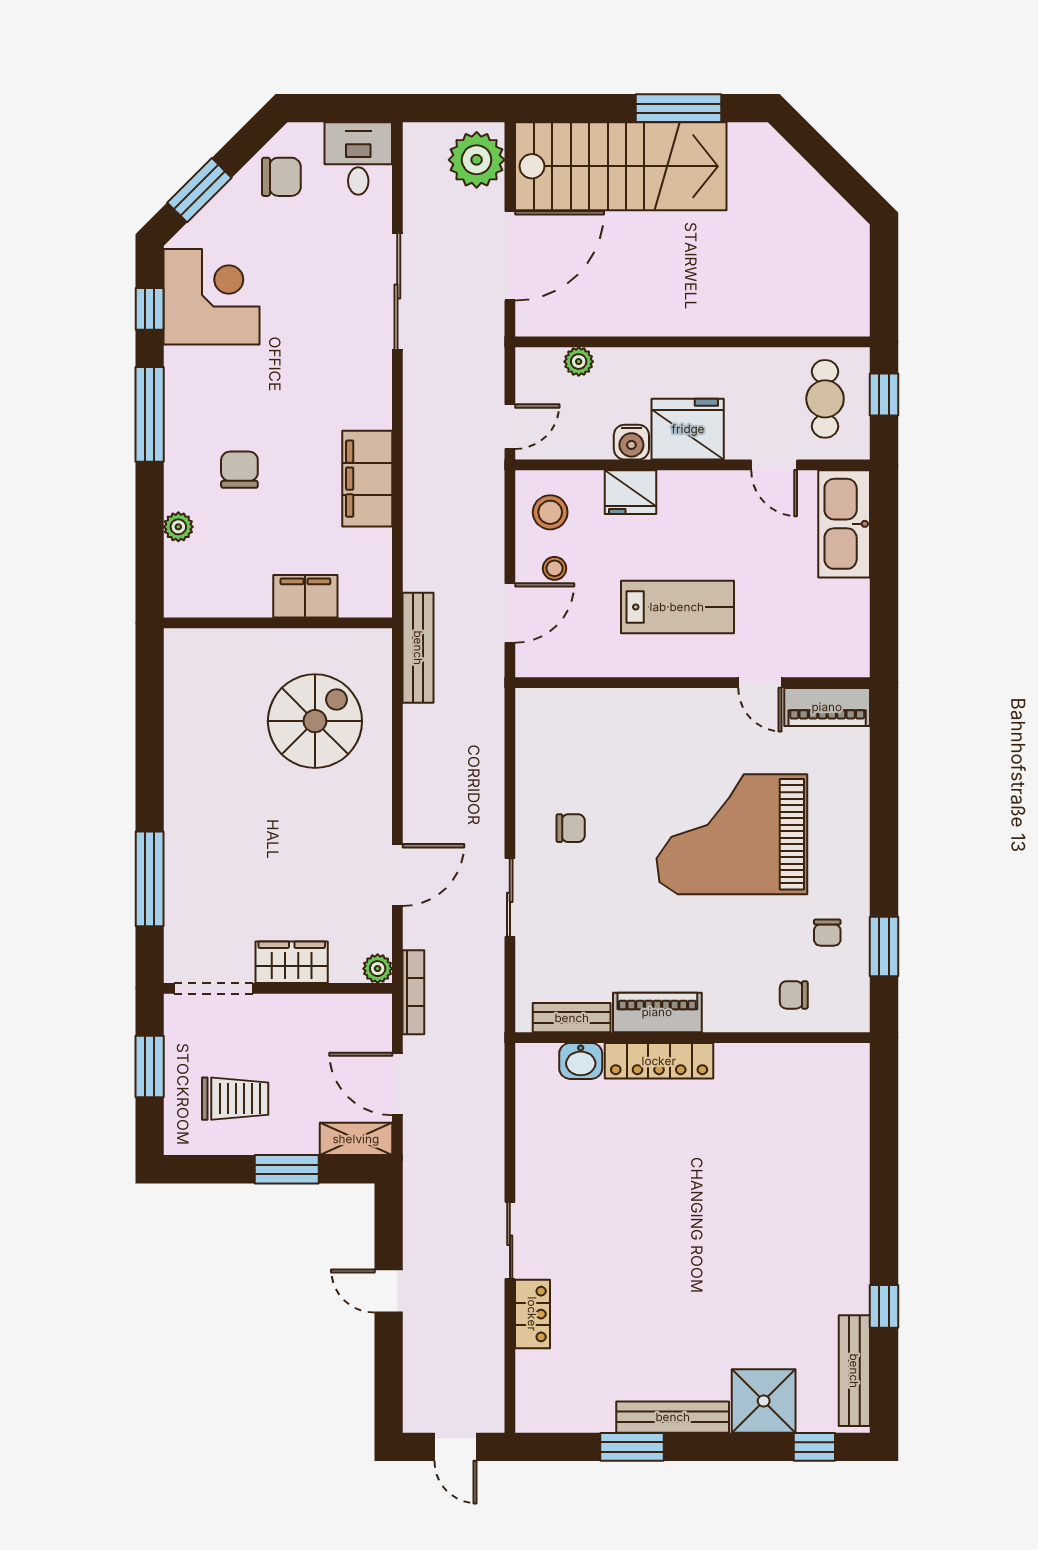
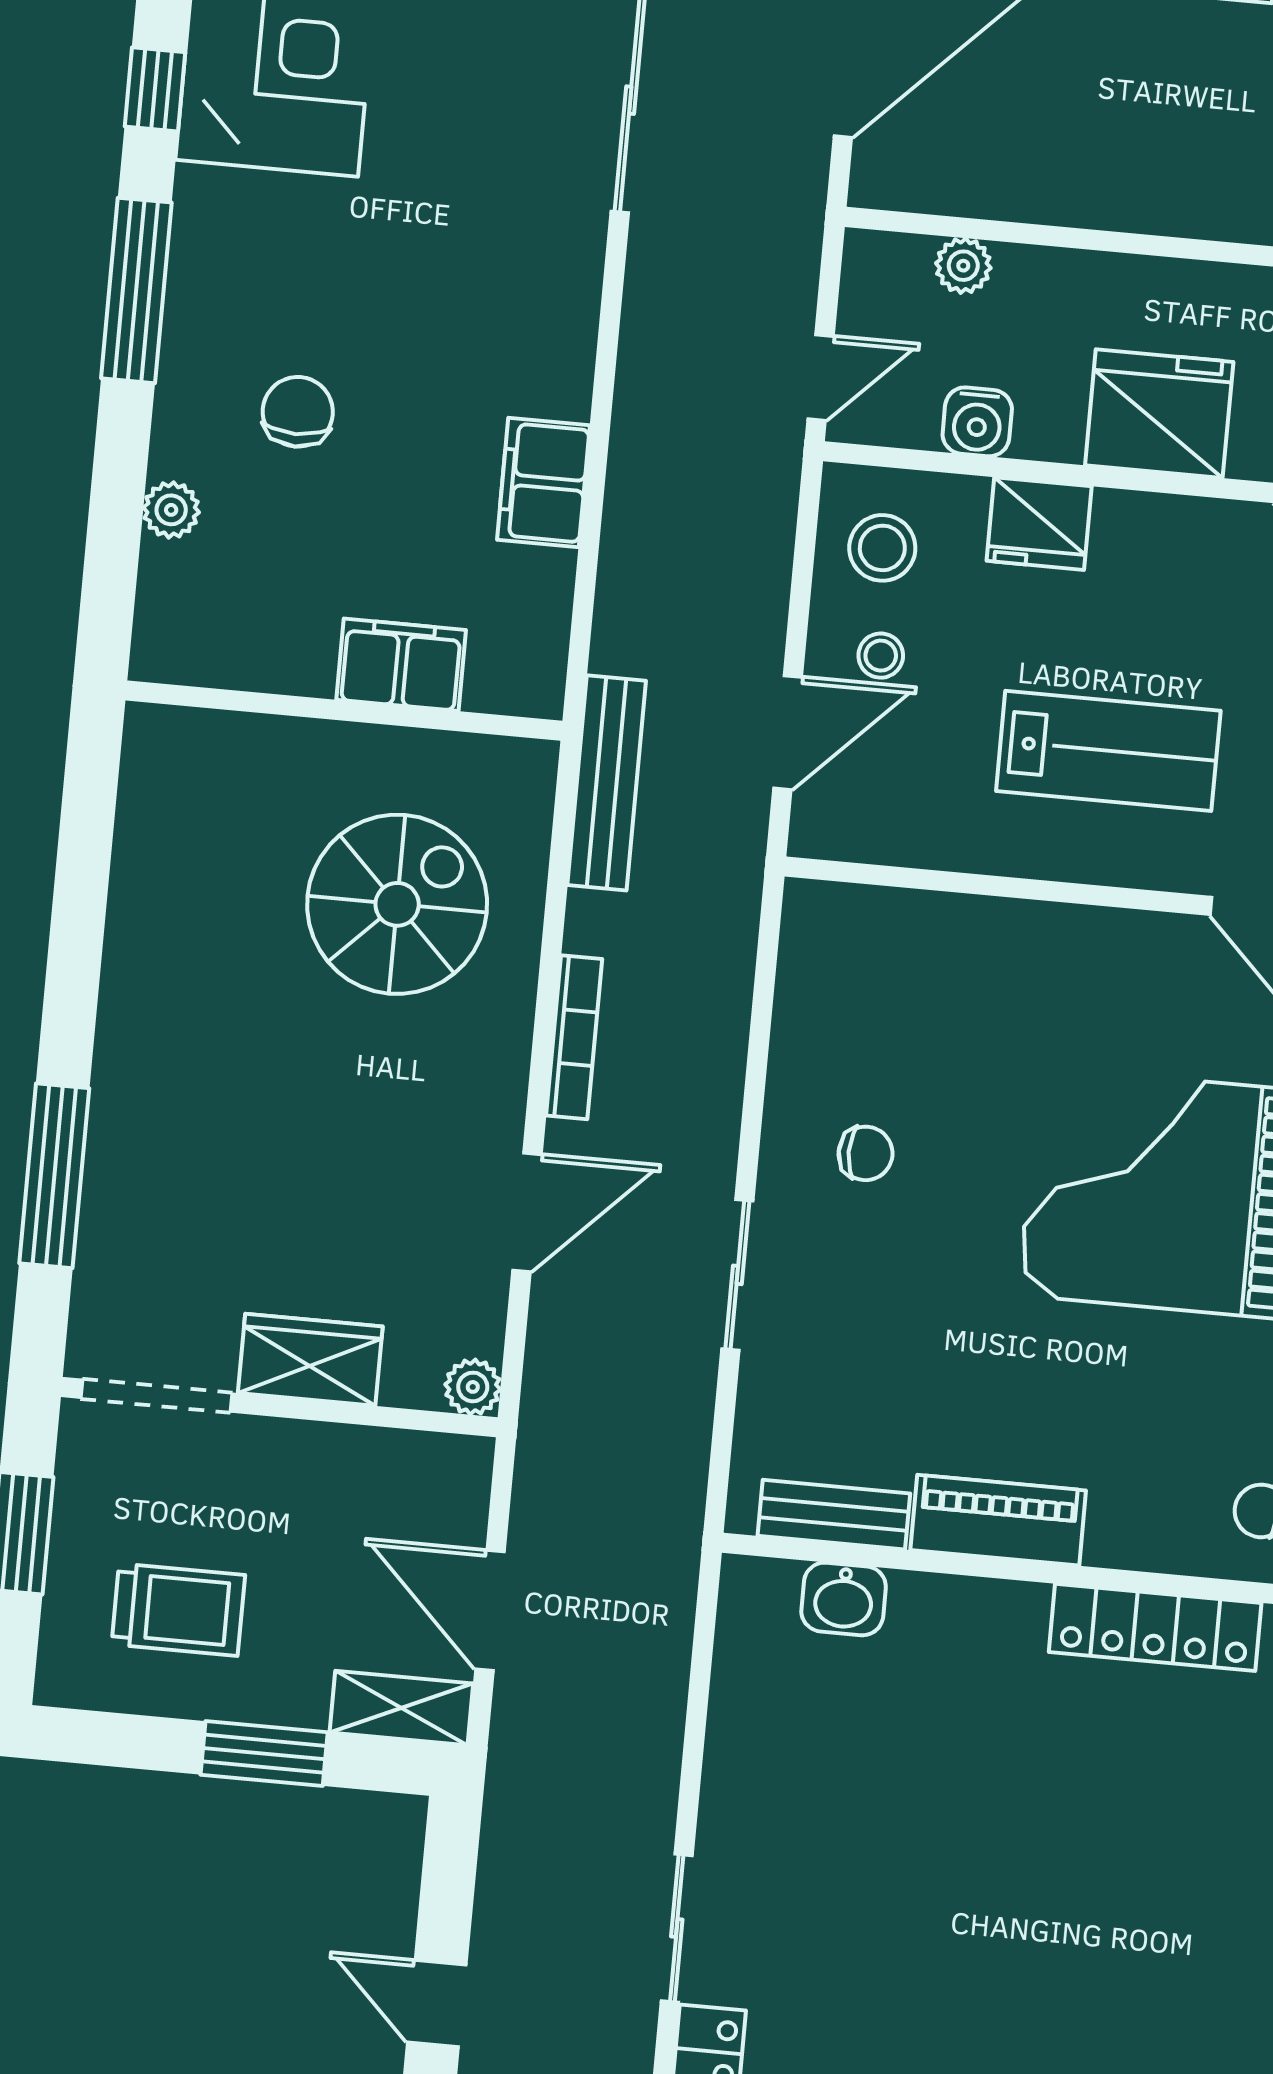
water cooler: (631, 442) -> (977, 422), moved
filing cabinet: (367, 479) -> (544, 483), width x0.67, depth x0.86
bookcase: (413, 992) -> (574, 1037), moved
locker: (659, 1061) -> (1155, 1627), moved

